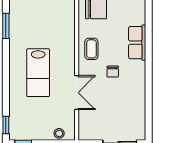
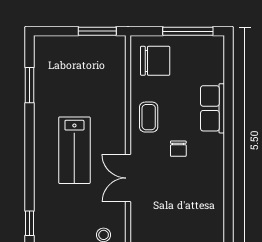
double door: (77, 93) -> (128, 178), swing flipped

